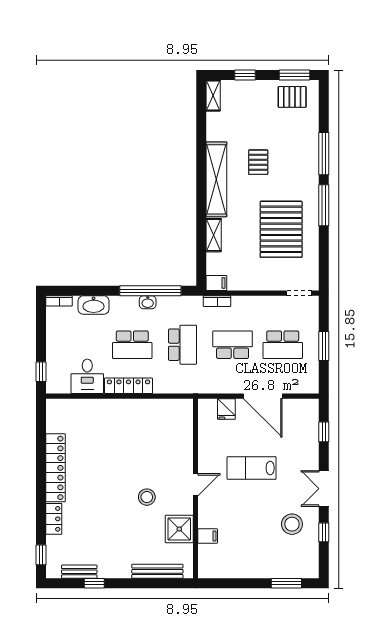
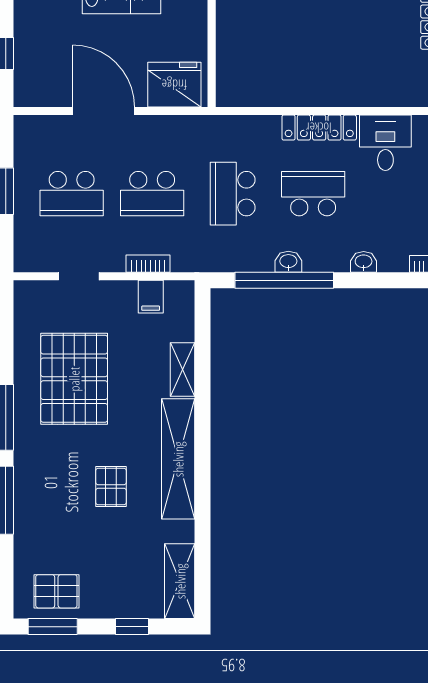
shelving: (213, 95) -> (180, 581), width x1.50, depth x1.33
filing cabinet: (216, 283) -> (151, 297), moved, turned -90
doorway: (299, 293) -> (79, 276), moved
bookcase: (217, 301) -> (148, 264), moved
washbasin: (94, 305) -> (364, 262), width x0.52, depth x0.69
school desk: (283, 345) -> (72, 194), turned 180
fridge: (226, 409) -> (174, 85), width x1.88, depth x1.34

